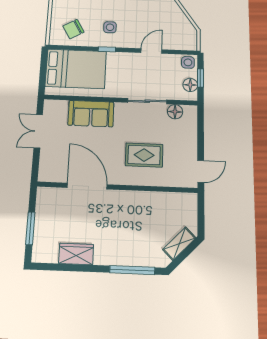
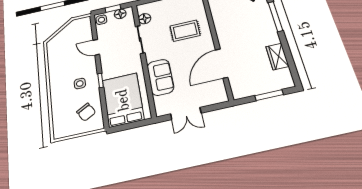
rug: (144, 155) -> (185, 31), turned 90

